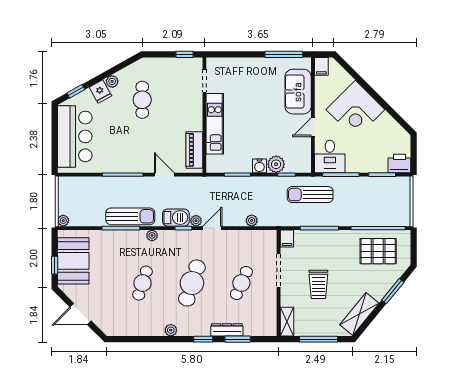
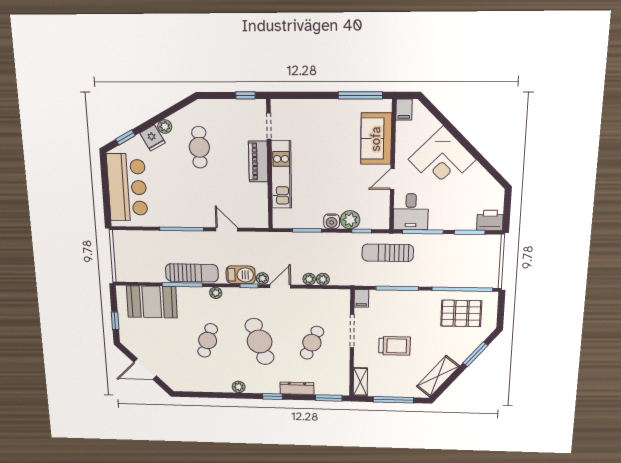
piano: (194, 150) -> (258, 161), moved
plant: (63, 221) -> (309, 279), moved
booth: (73, 261) -> (152, 302), moved, turned 90
cafe table: (192, 283) -> (260, 342), turned -36
trolley: (318, 284) -> (395, 346), turned -90
window: (238, 339) -> (329, 398), moved

